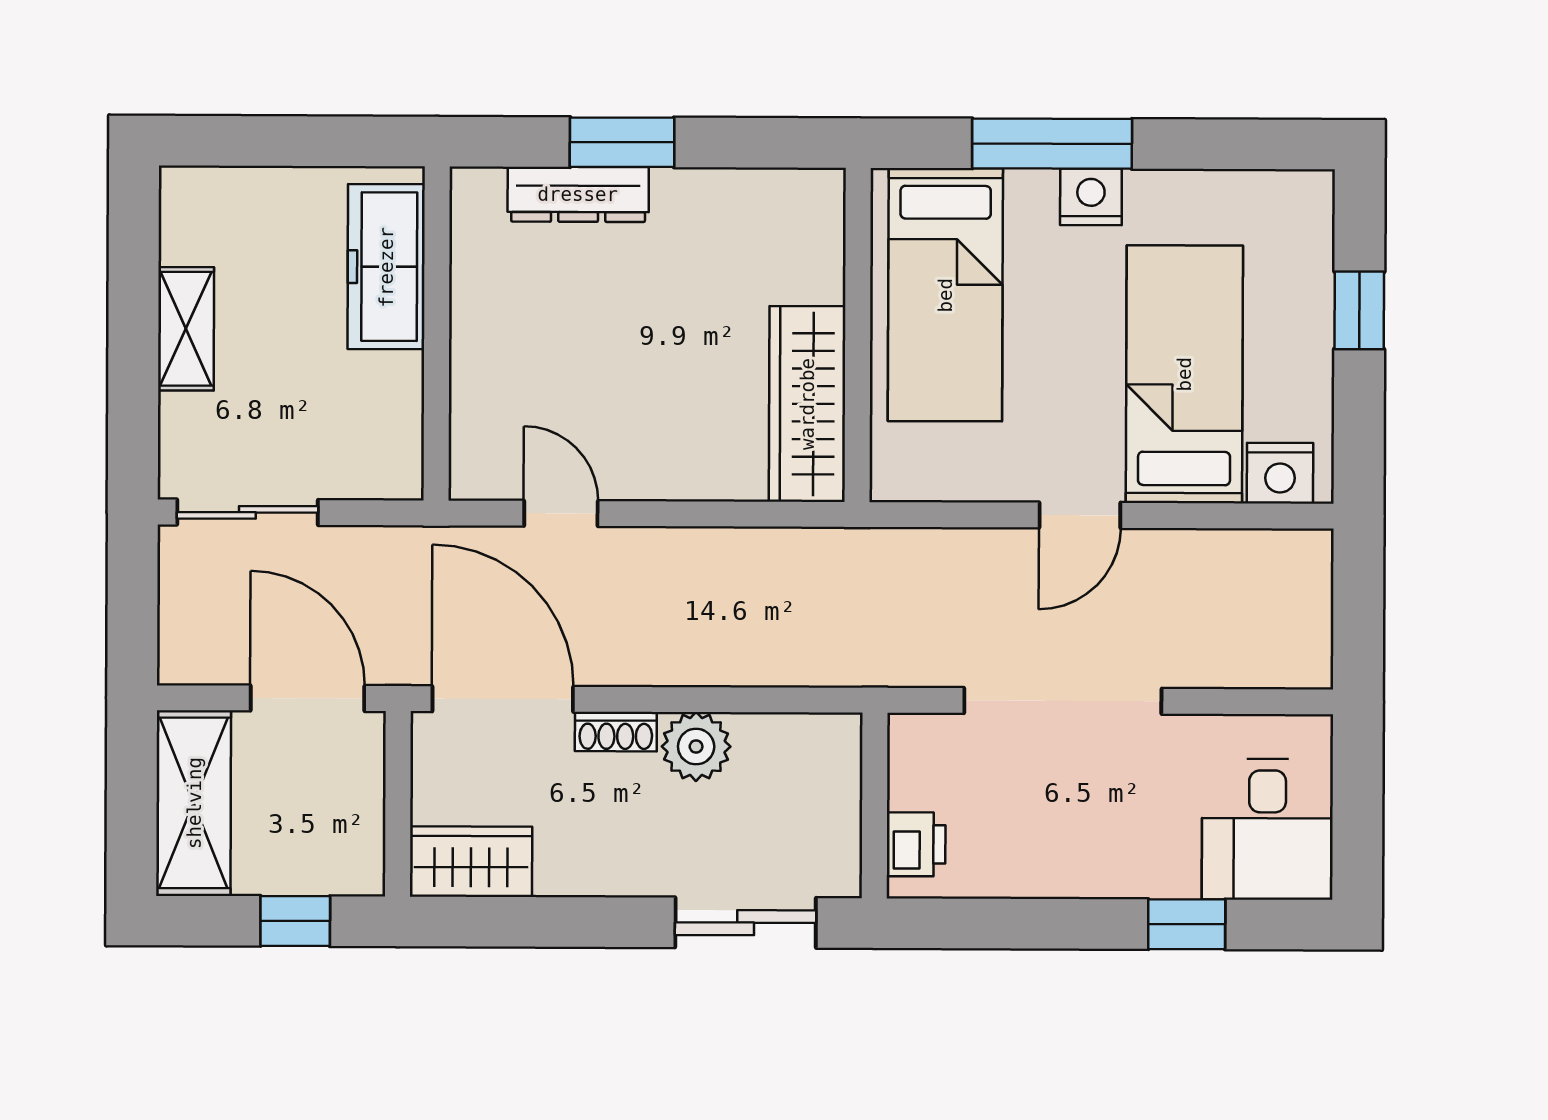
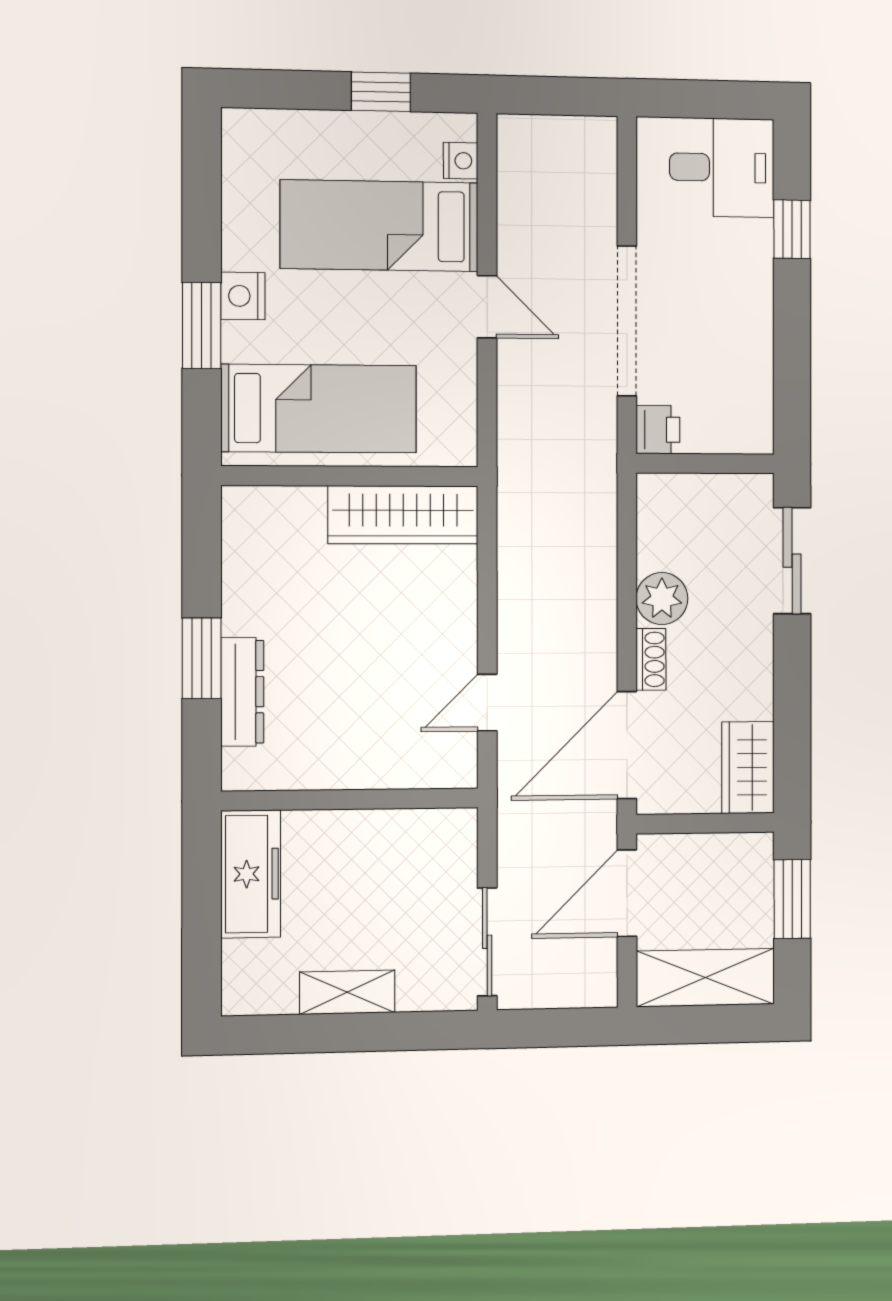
window: (1052, 144) -> (202, 326), width x0.69
freezer: (386, 267) -> (251, 874), moved, turned -90
window: (1359, 310) -> (381, 92), moved
nightstand: (1280, 473) -> (461, 161), width x0.72, depth x0.74
printer: (916, 844) -> (658, 430), moved, turned 90
window: (295, 921) -> (792, 899), width x1.50

